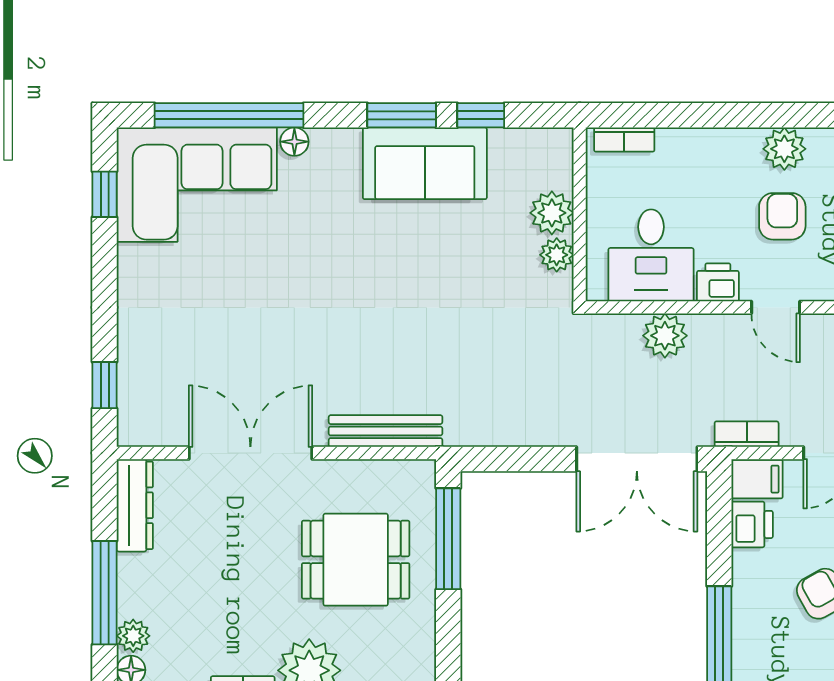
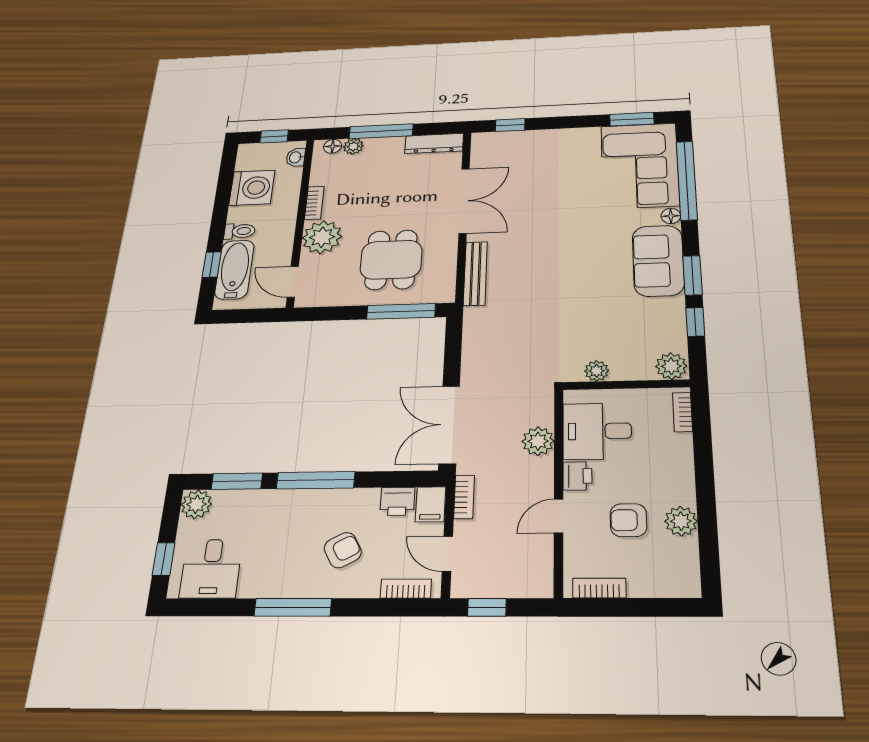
sofa: (425, 163) -> (658, 261), moved
window: (105, 194) -> (632, 119), width x1.50
plant: (552, 213) -> (671, 366), moved
armchair: (782, 216) -> (628, 520), turned 180

